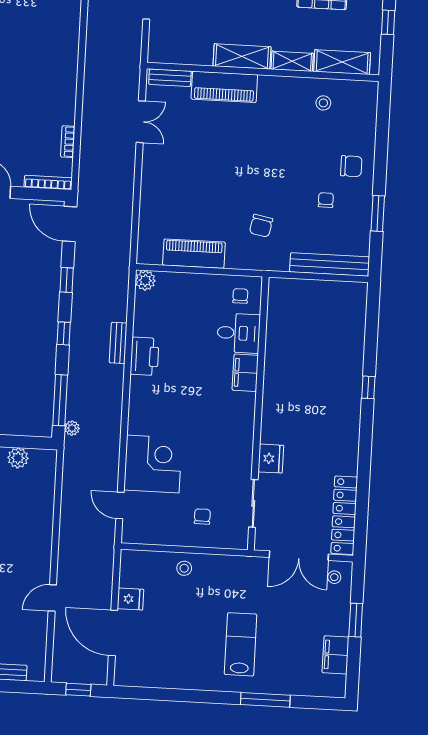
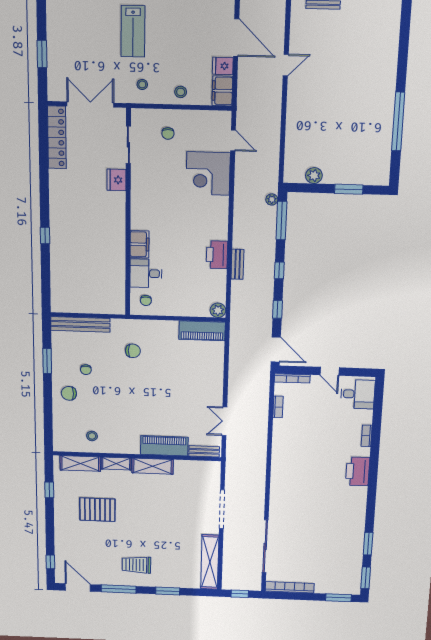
chair: (261, 226) -> (133, 351), turned 79
piano: (194, 254) -> (202, 331), moved
stool: (334, 577) -> (142, 84), moved
filing cabinet: (336, 655) -> (222, 91), moved, turned 180

